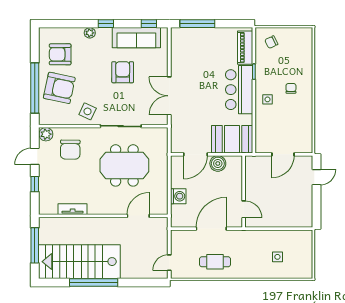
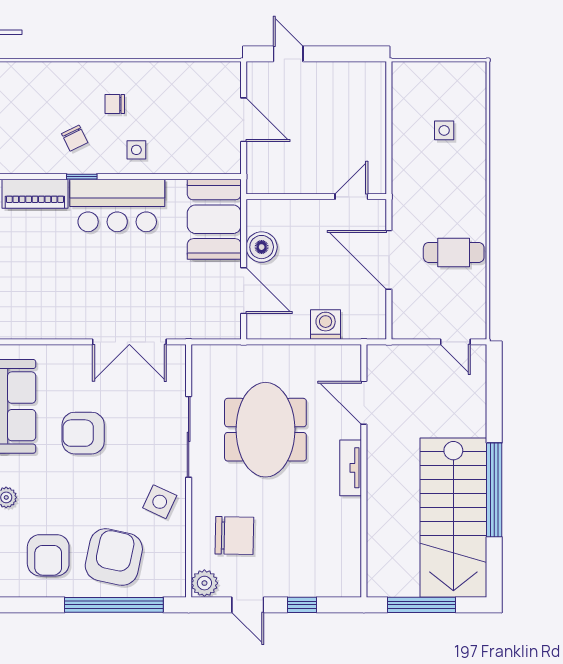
chair: (271, 42) -> (75, 138), moved
tv unit: (73, 209) -> (351, 468), moved
cafe table: (215, 262) -> (454, 252), turned 90

